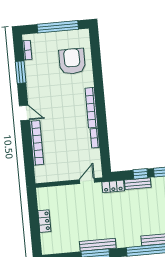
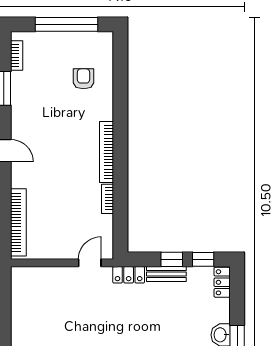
armchair: (72, 61) -> (84, 79), width x0.53, depth x0.53
bookcase: (37, 143) -> (18, 222), moved
locker: (44, 221) -> (19, 318), removed

